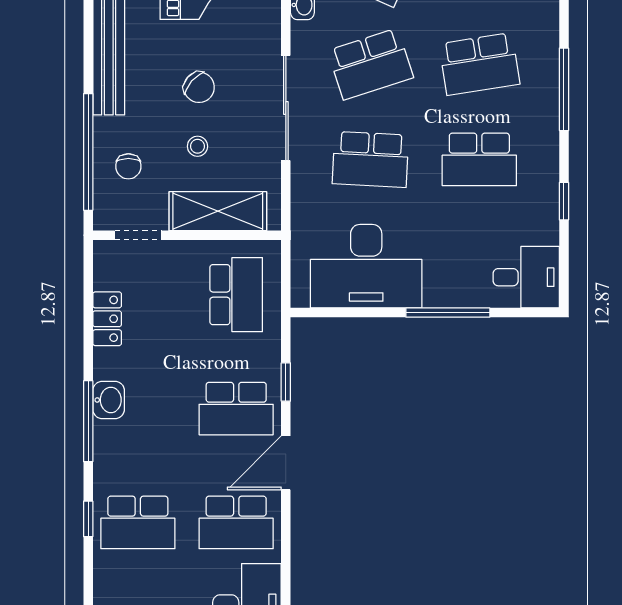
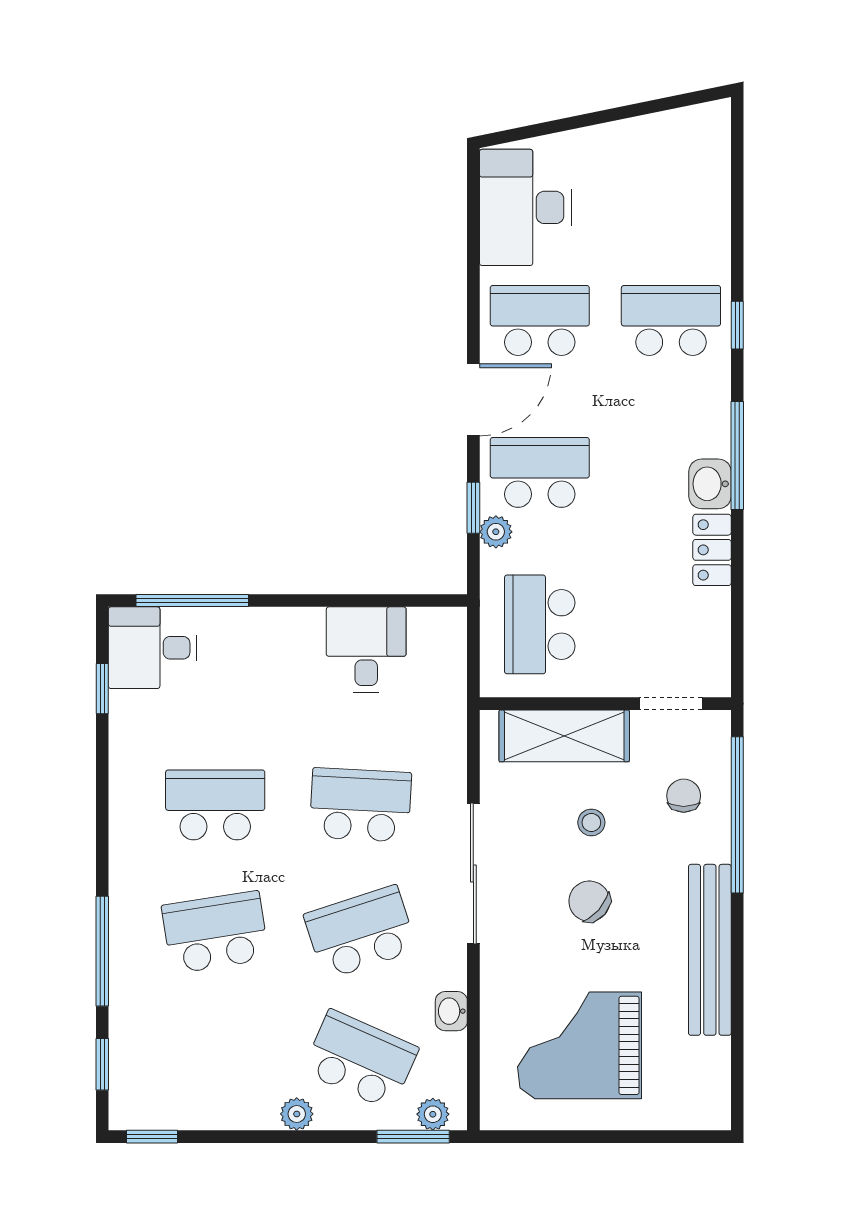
window: (564, 89) -> (102, 951), moved
window: (564, 201) -> (102, 689), moved
desk: (366, 266) -> (366, 650), width x0.53, depth x0.77
window: (448, 313) -> (192, 601), moved
locker: (107, 319) -> (712, 550), moved
plant: (269, 364) -> (496, 532), added

